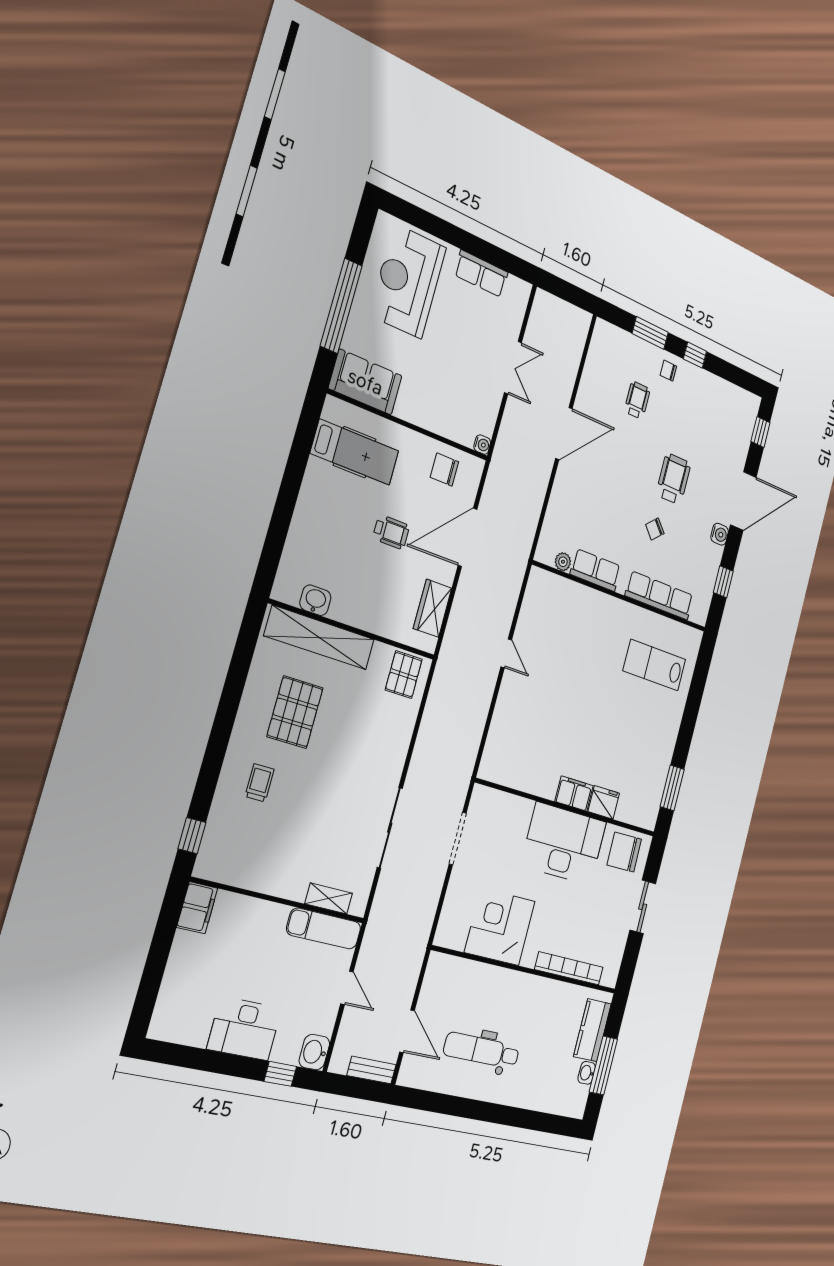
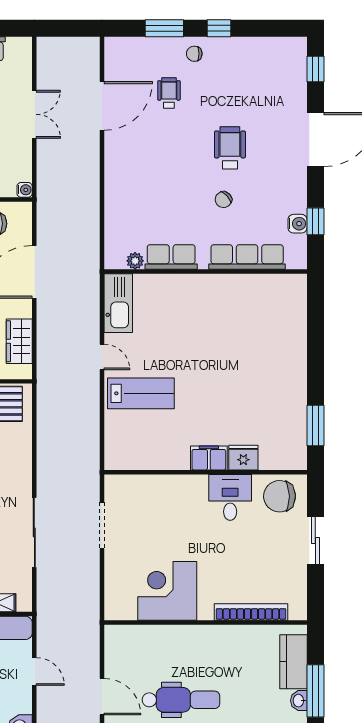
door: (564, 434) -> (102, 106), moved
water cooler: (720, 534) -> (298, 224), moved
kitchen sink: (536, 601) -> (118, 303), added
lab bench: (654, 665) -> (141, 393), moved, turned 180
desk: (564, 844) -> (230, 497), width x0.53, depth x0.77
dental chair: (482, 1050) -> (181, 700), turned 180

